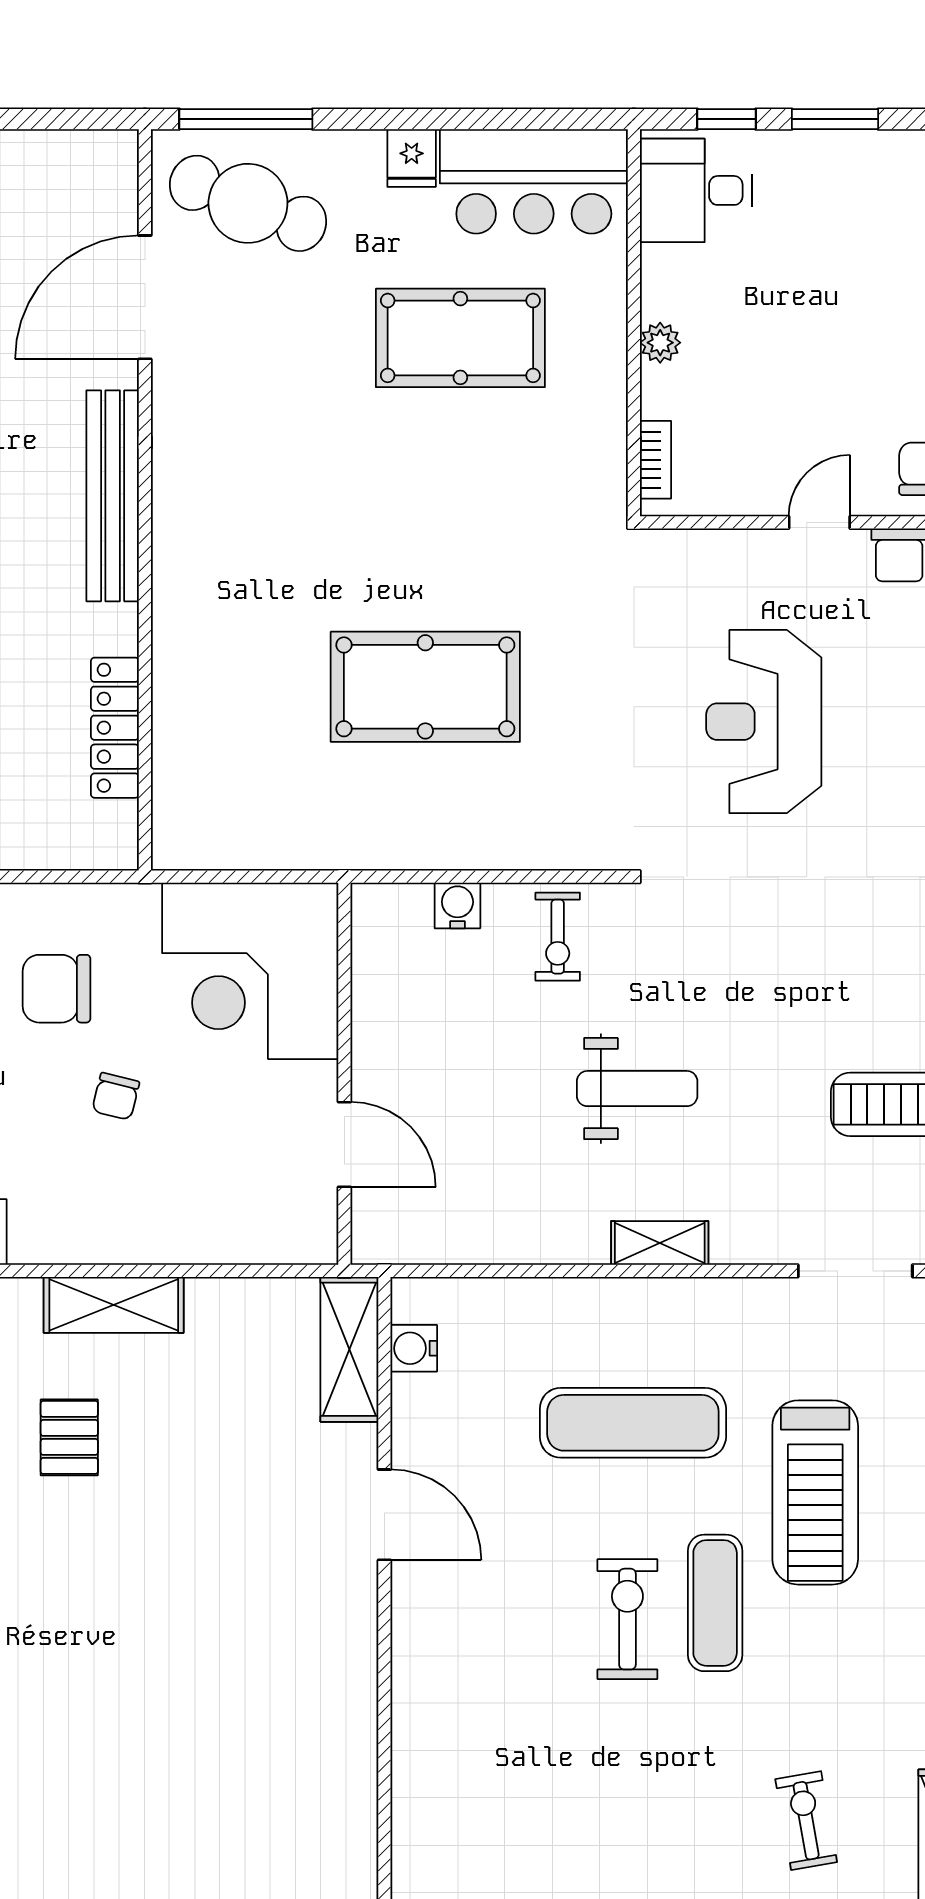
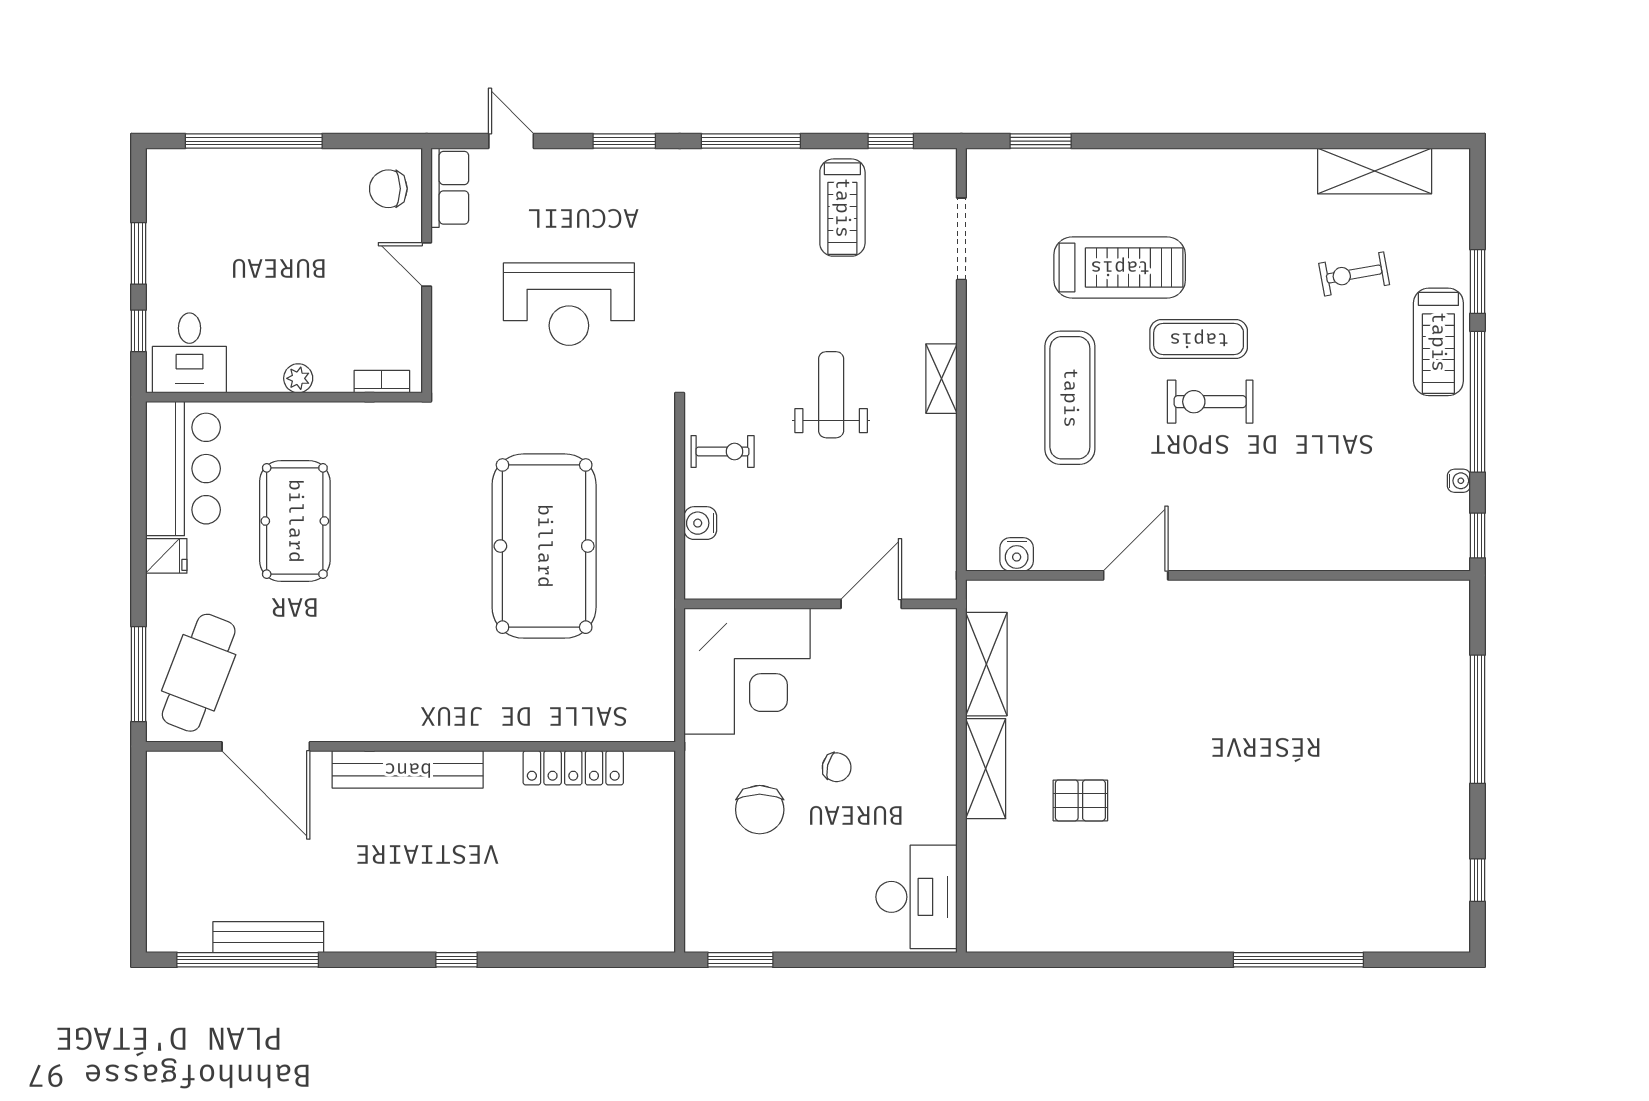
pool table: (425, 687) -> (544, 546), width x1.36, depth x1.32
shelving: (349, 1349) -> (986, 664), moved, turned 90

